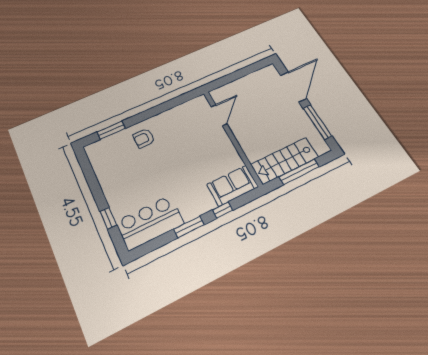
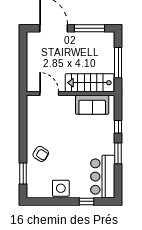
armchair: (144, 138) -> (41, 154), turned -57
stairs: (285, 161) -> (90, 83), moved, turned 90
side table: (112, 180) -> (61, 188), added
sofa: (233, 186) -> (92, 105), moved, turned -90

